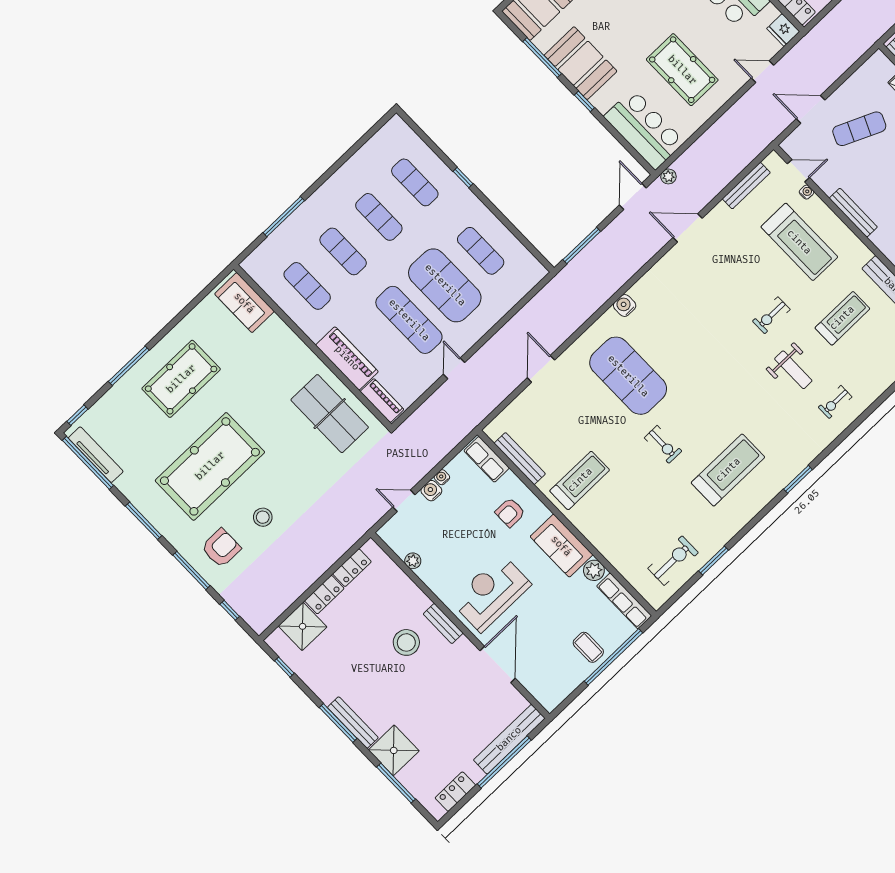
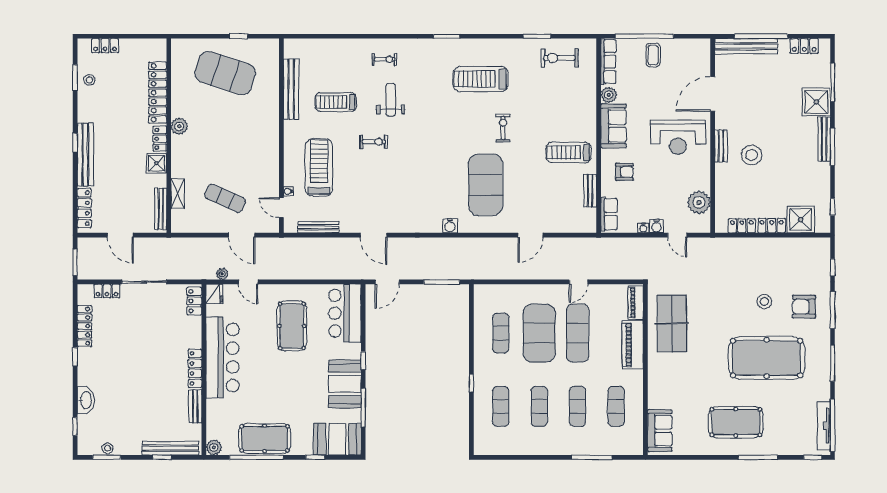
plant: (668, 176) -> (222, 274), moved
bench: (853, 213) -> (273, 155), removed
bench: (520, 459) -> (590, 191), width x0.73
plant: (413, 561) -> (699, 202), width x1.87, depth x1.87

